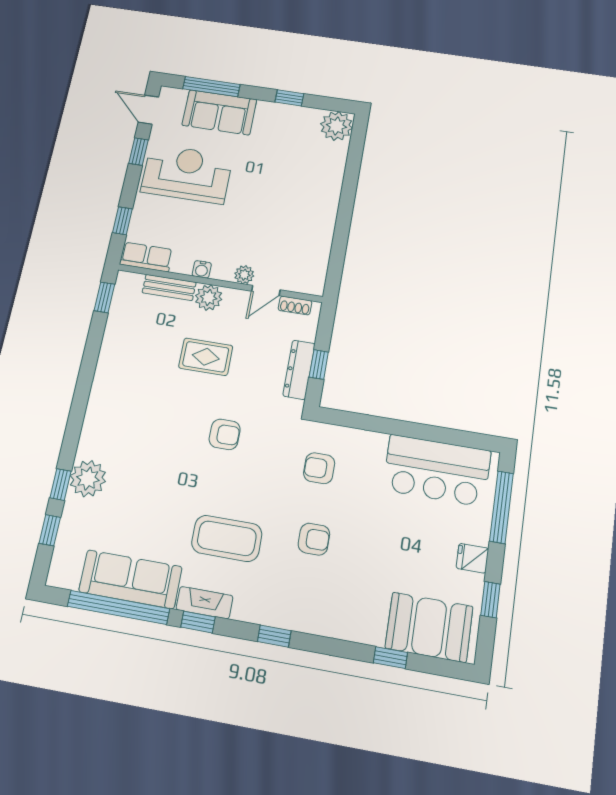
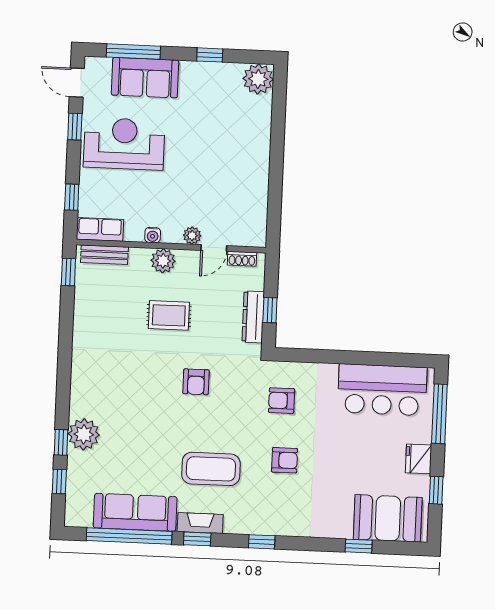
bench: (169, 287) -> (104, 255), moved
armchair: (225, 434) -> (196, 382), turned 90
fridge: (472, 558) -> (419, 459), width x1.38

